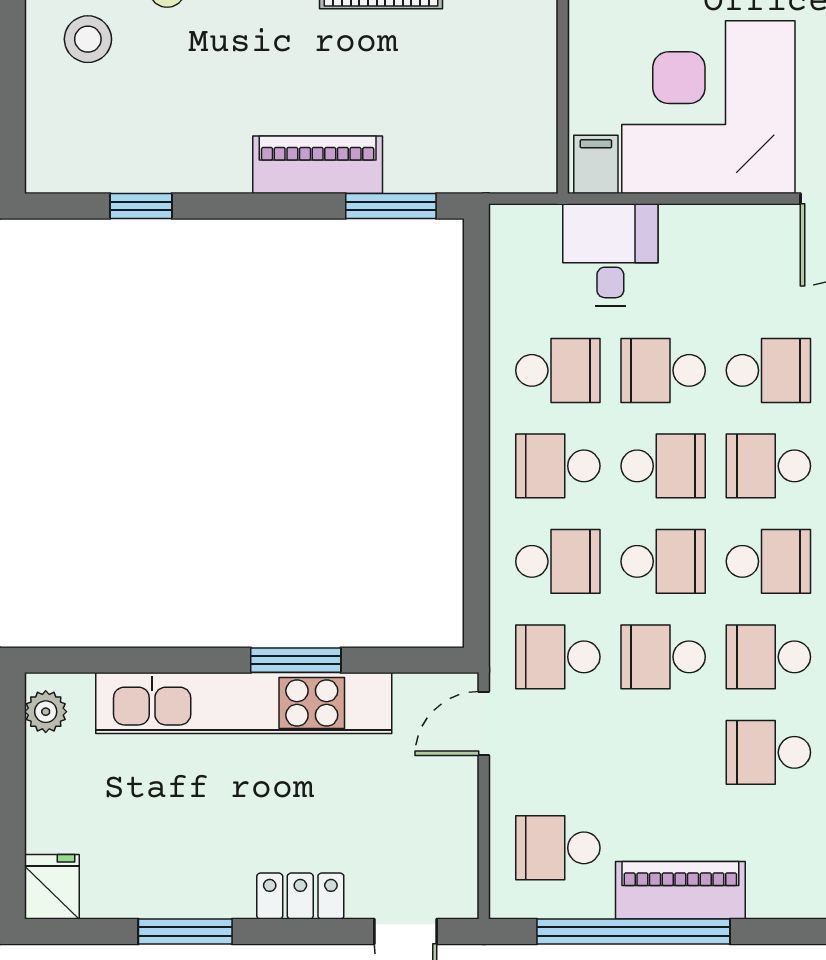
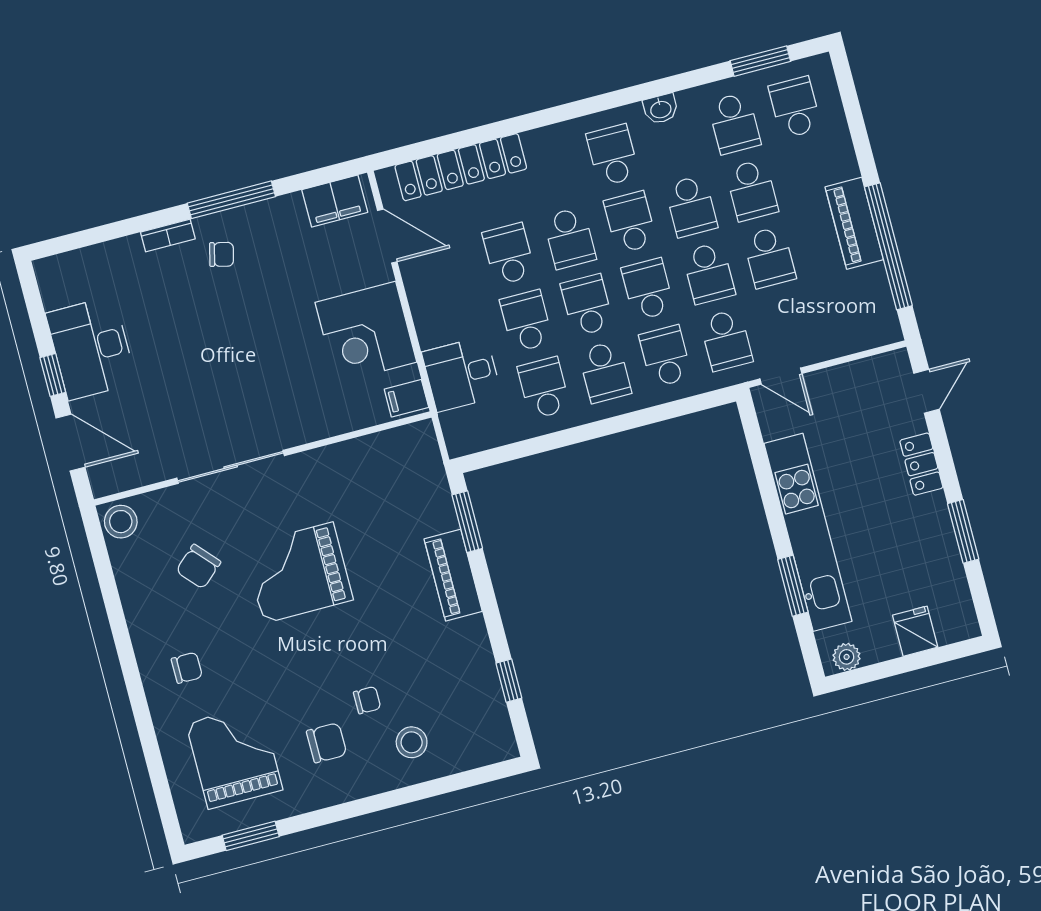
corner desk: (708, 107) -> (366, 332), width x0.74, depth x0.74
school desk: (663, 370) -> (526, 321), turned 180
window: (296, 660) -> (793, 586), moved
school desk: (558, 848) -> (769, 257), moved
fridge: (52, 887) -> (915, 631), moved, turned 90

